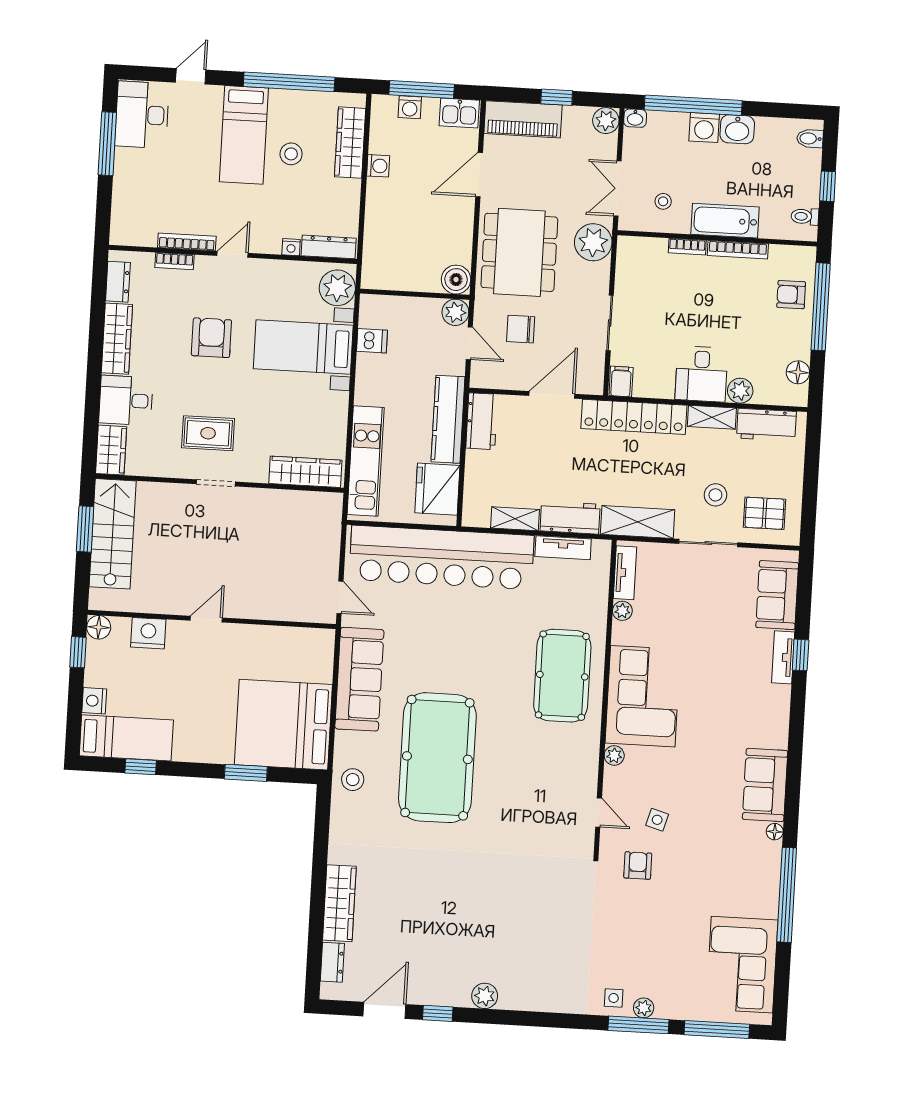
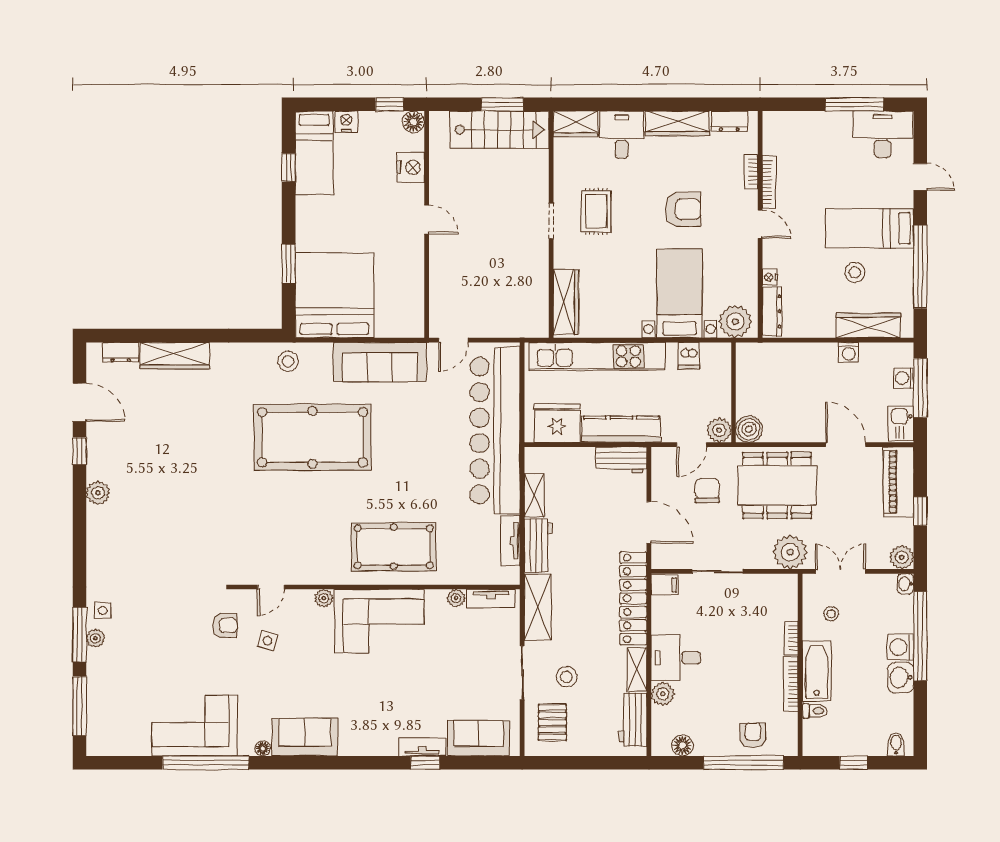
toilet: (805, 217) -> (815, 711), moved, turned 90
kitchen unit: (366, 461) -> (597, 356), width x1.36
corner sofa: (742, 965) -> (195, 726), moved

